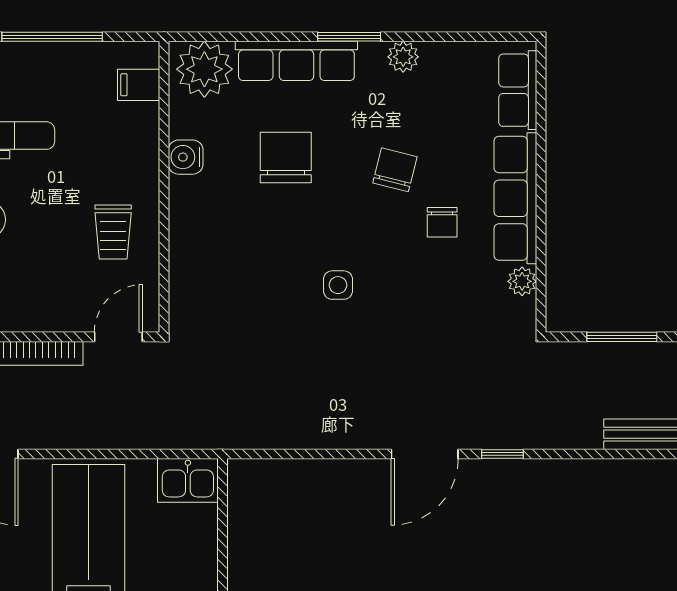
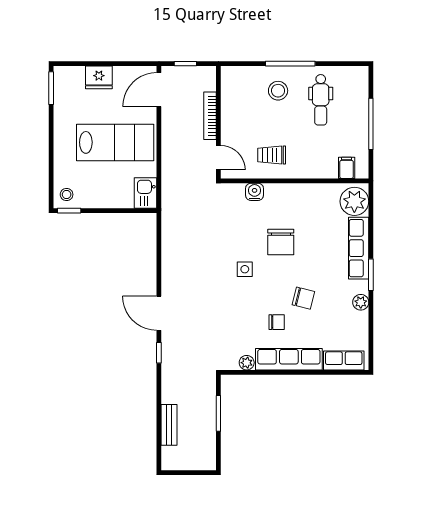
water cooler: (186, 157) -> (255, 192), moved
chair: (286, 157) -> (281, 242), moved, turned 90
chair: (442, 222) -> (277, 322), turned 180

